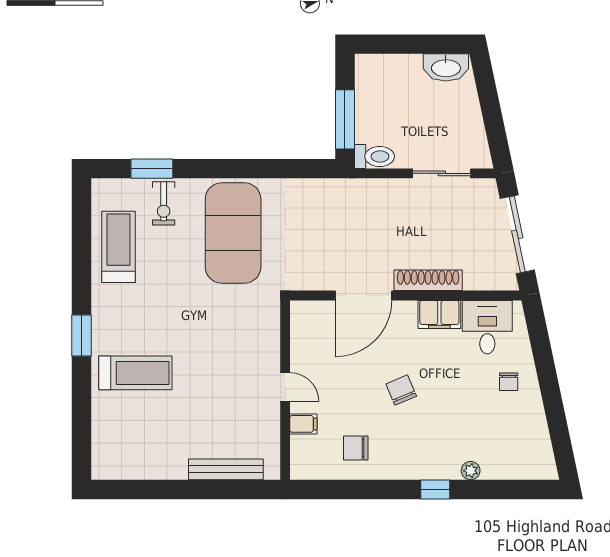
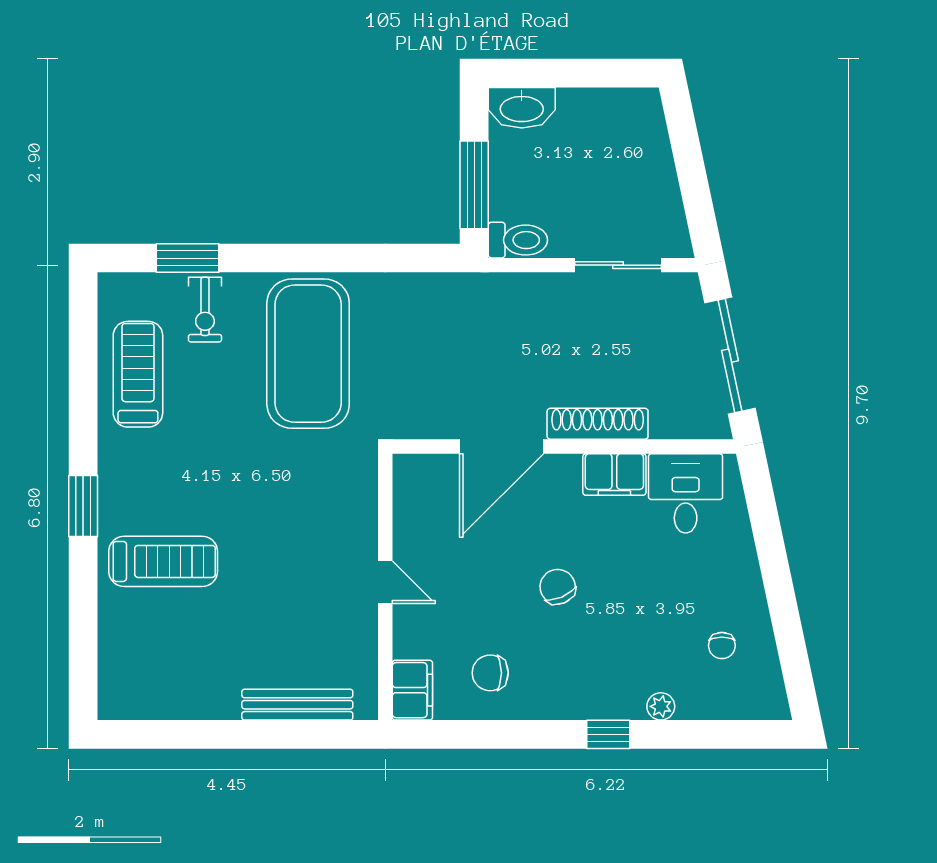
washbasin: (446, 67) -> (522, 108), moved
chair: (509, 382) -> (722, 646), moved
filing cabinet: (303, 424) -> (412, 690), moved, width x2.00

